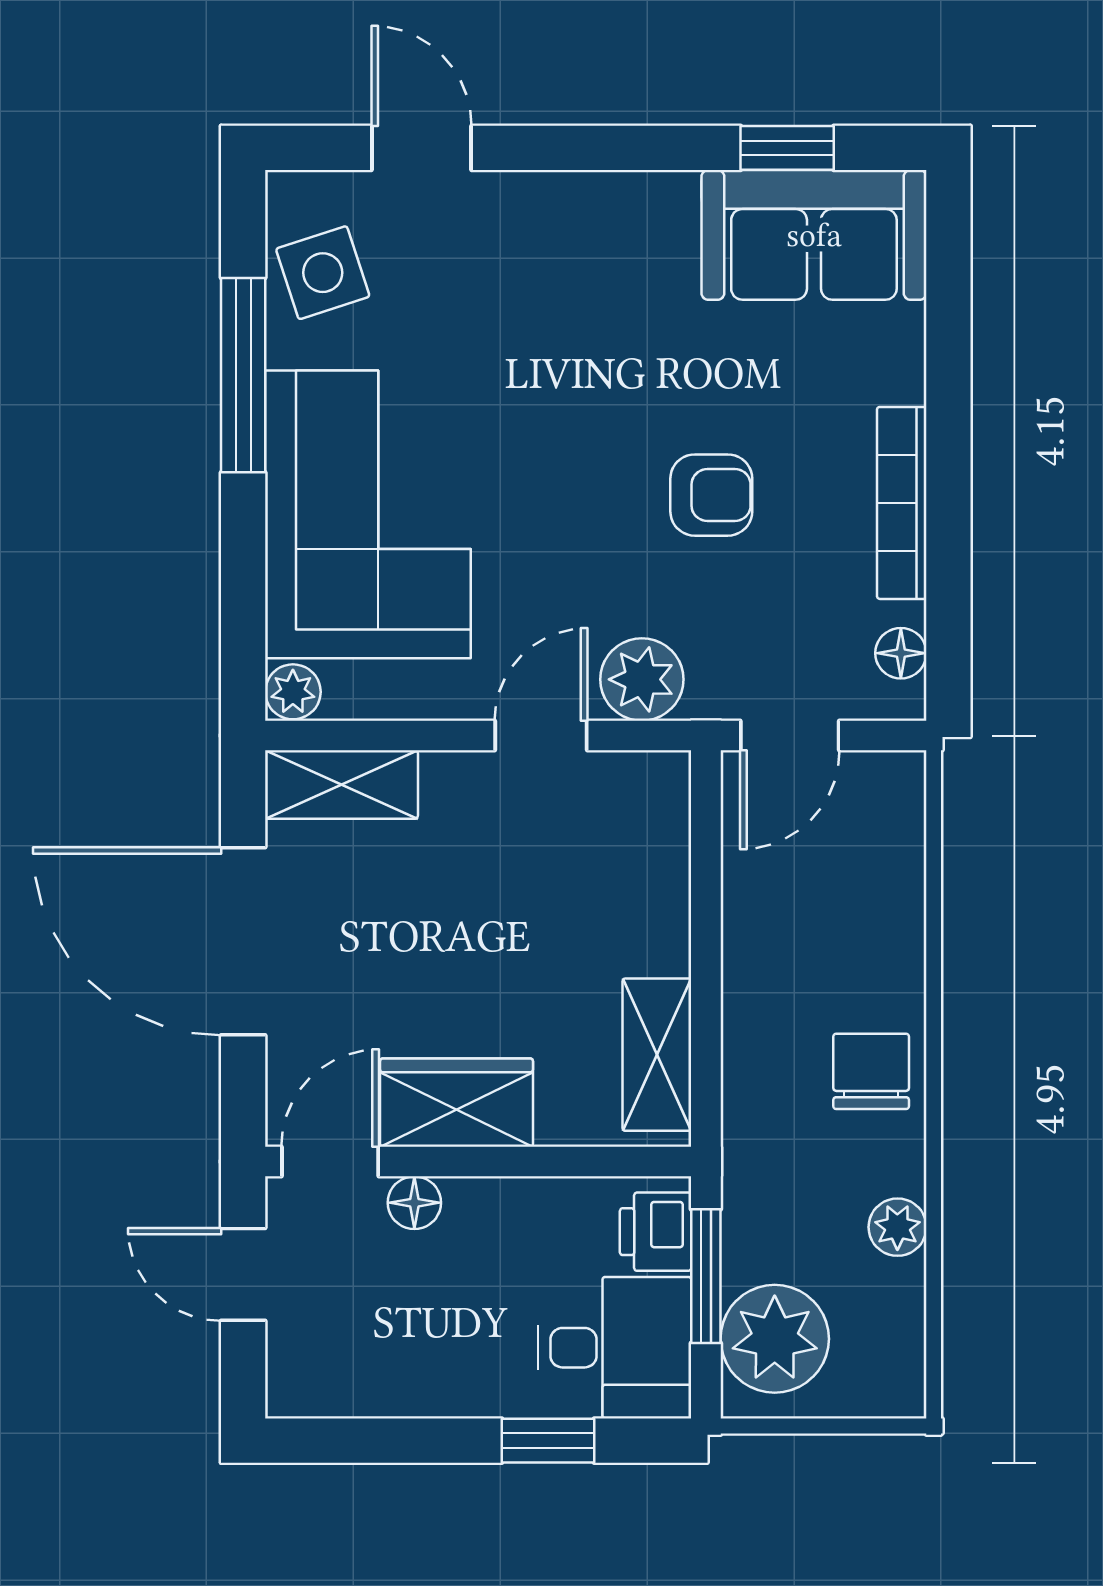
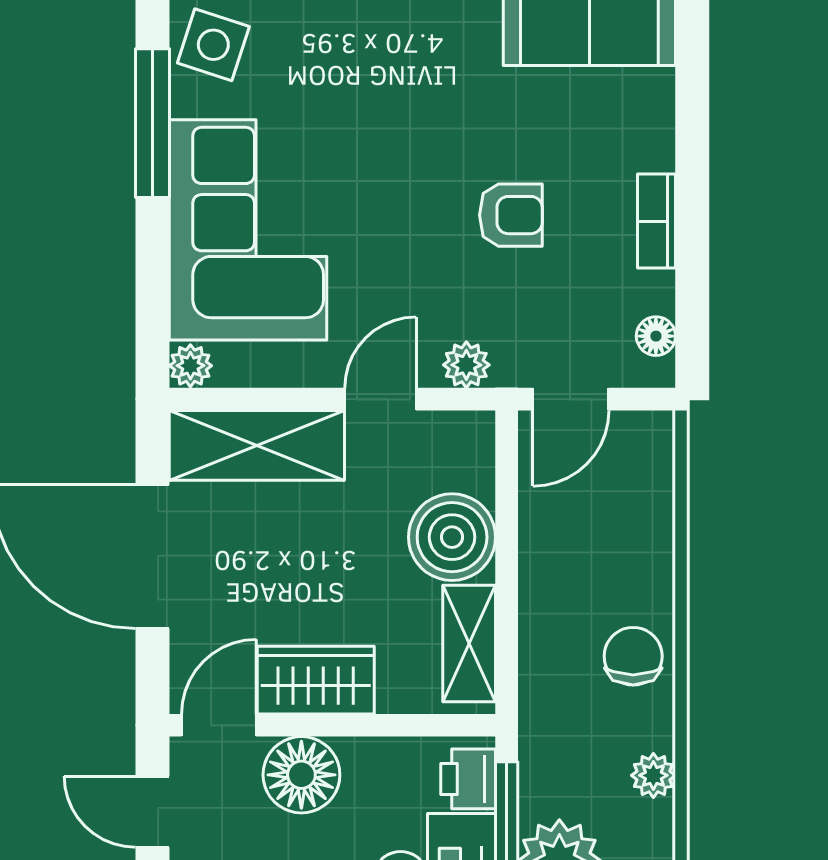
side table: (323, 273) -> (213, 45), turned 36
bookcase: (902, 503) -> (657, 221), width x0.64
plant: (642, 679) -> (466, 365), width x0.73, depth x0.73
shelving: (342, 785) -> (257, 445), width x1.50, depth x1.33
boiler: (634, 916) -> (452, 537), added
floor lamp: (414, 1203) -> (301, 775), width x1.89, depth x1.89

